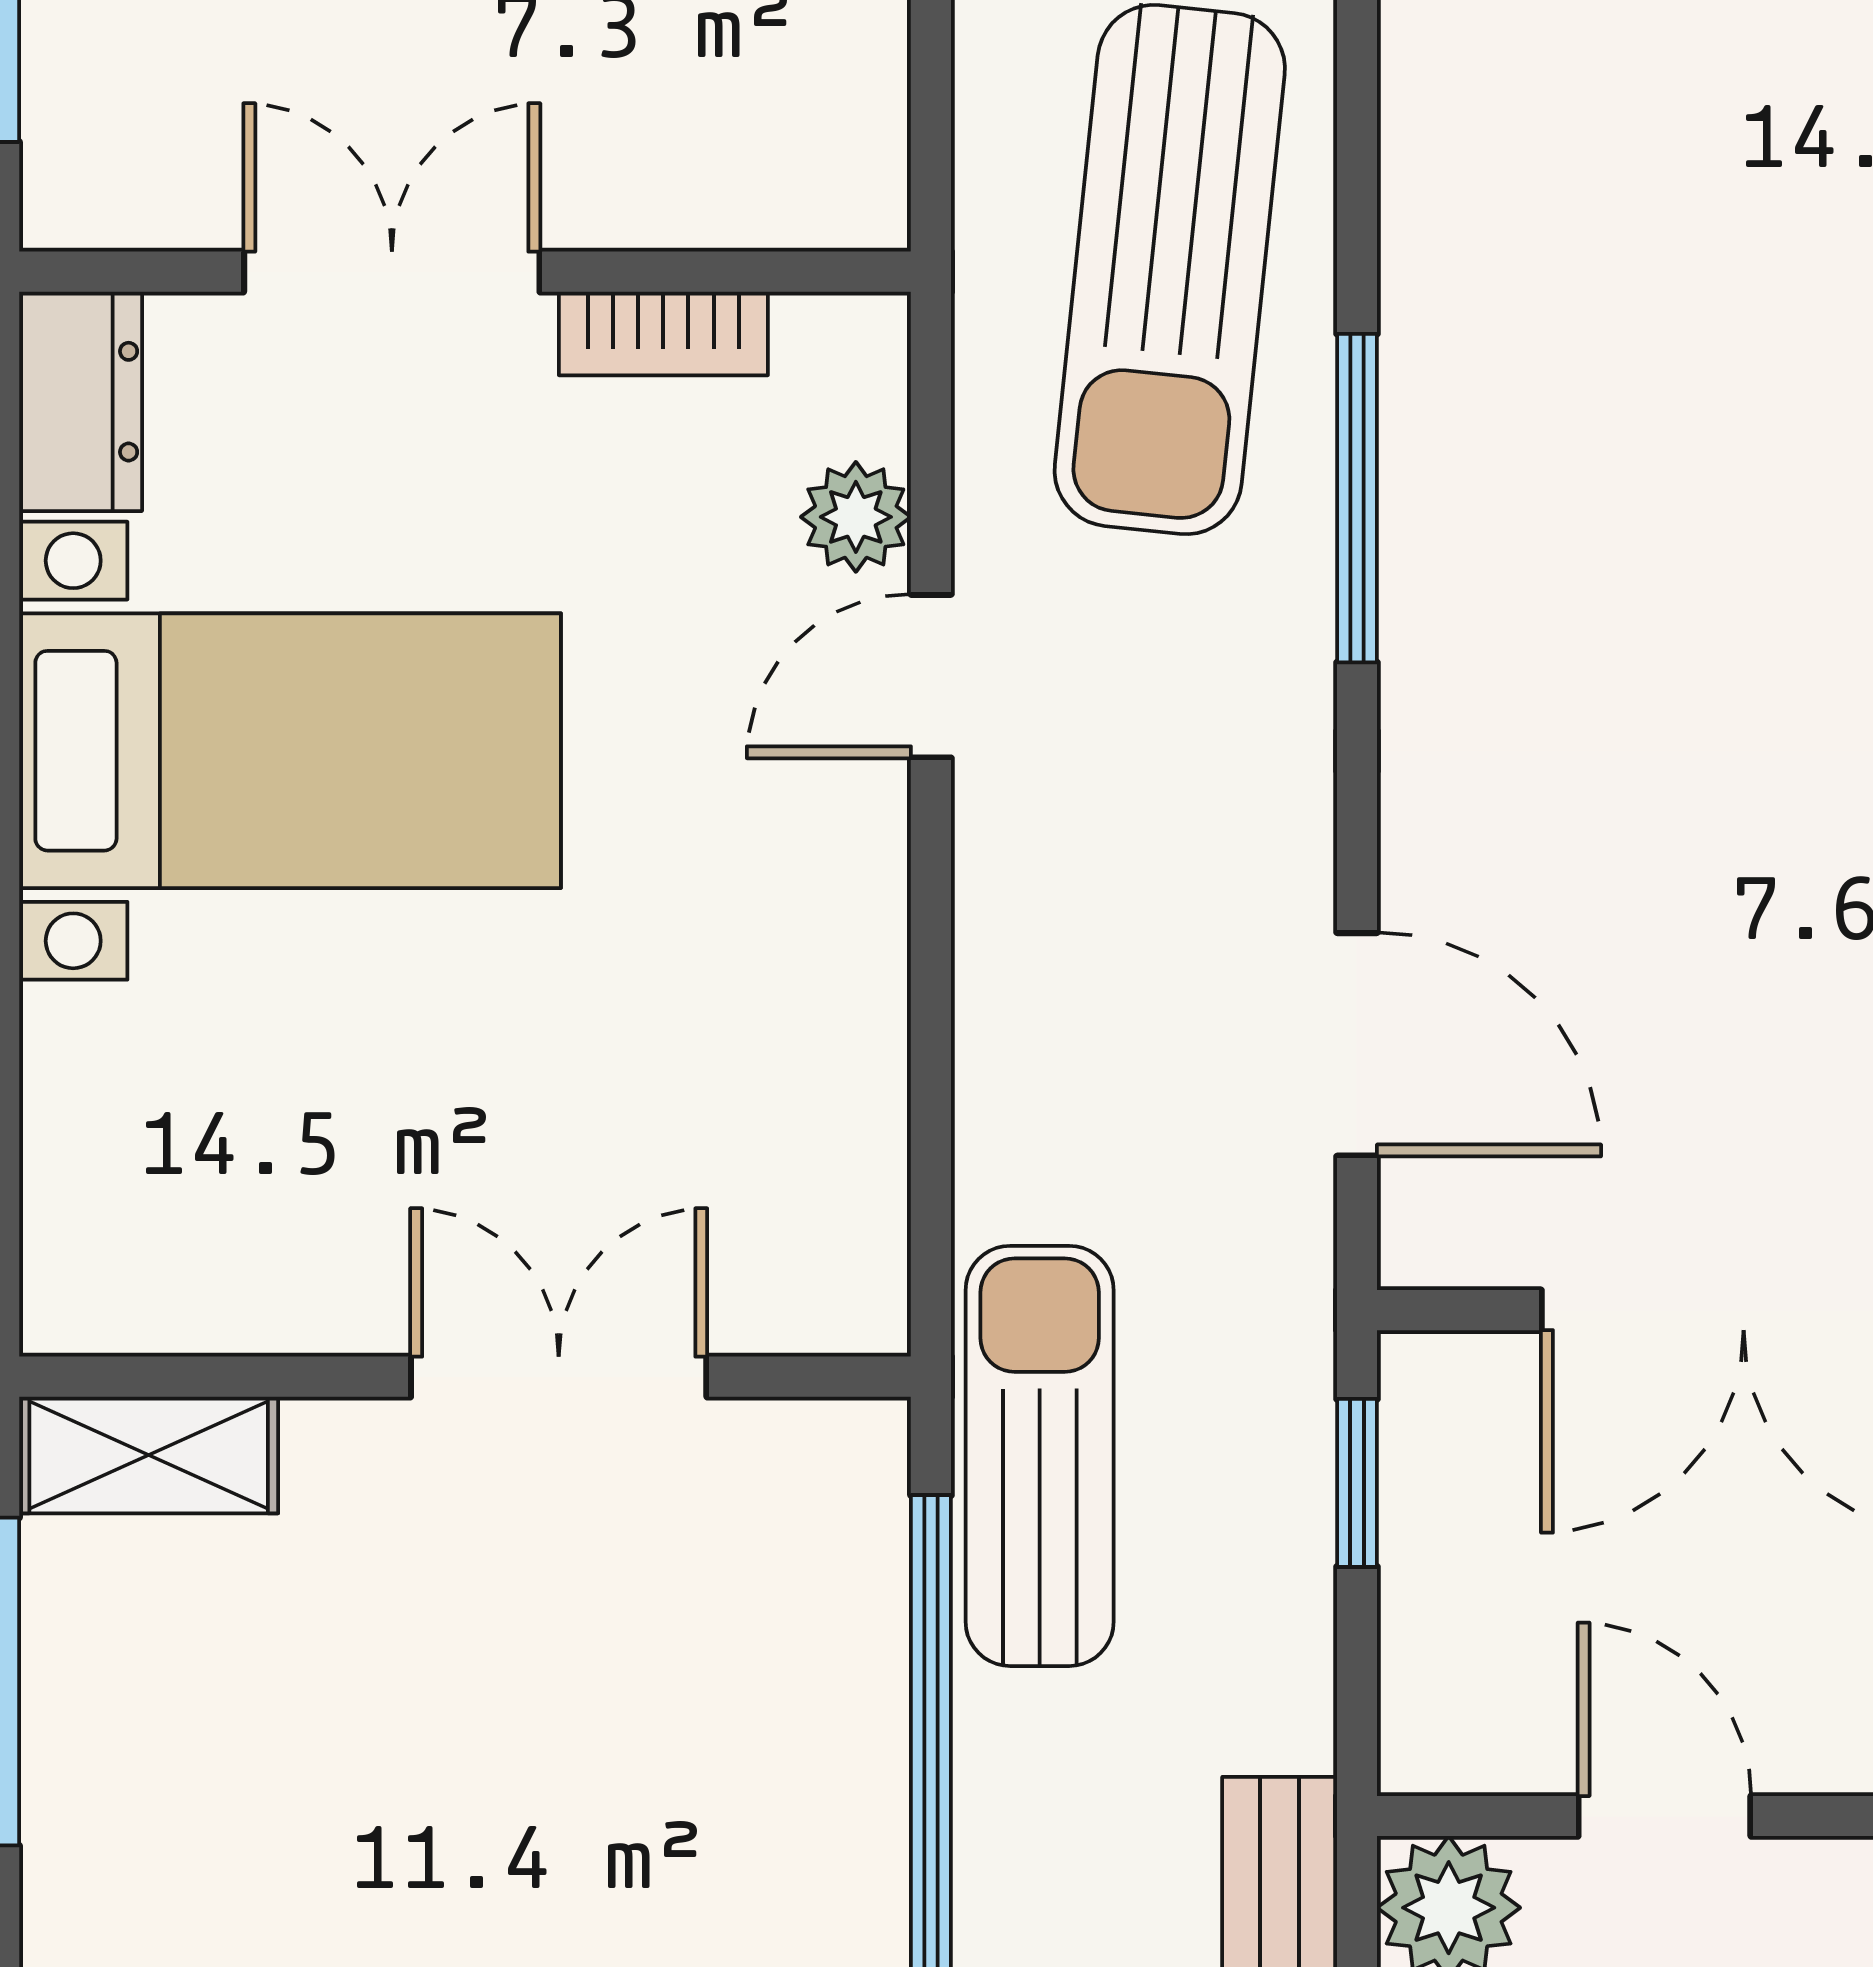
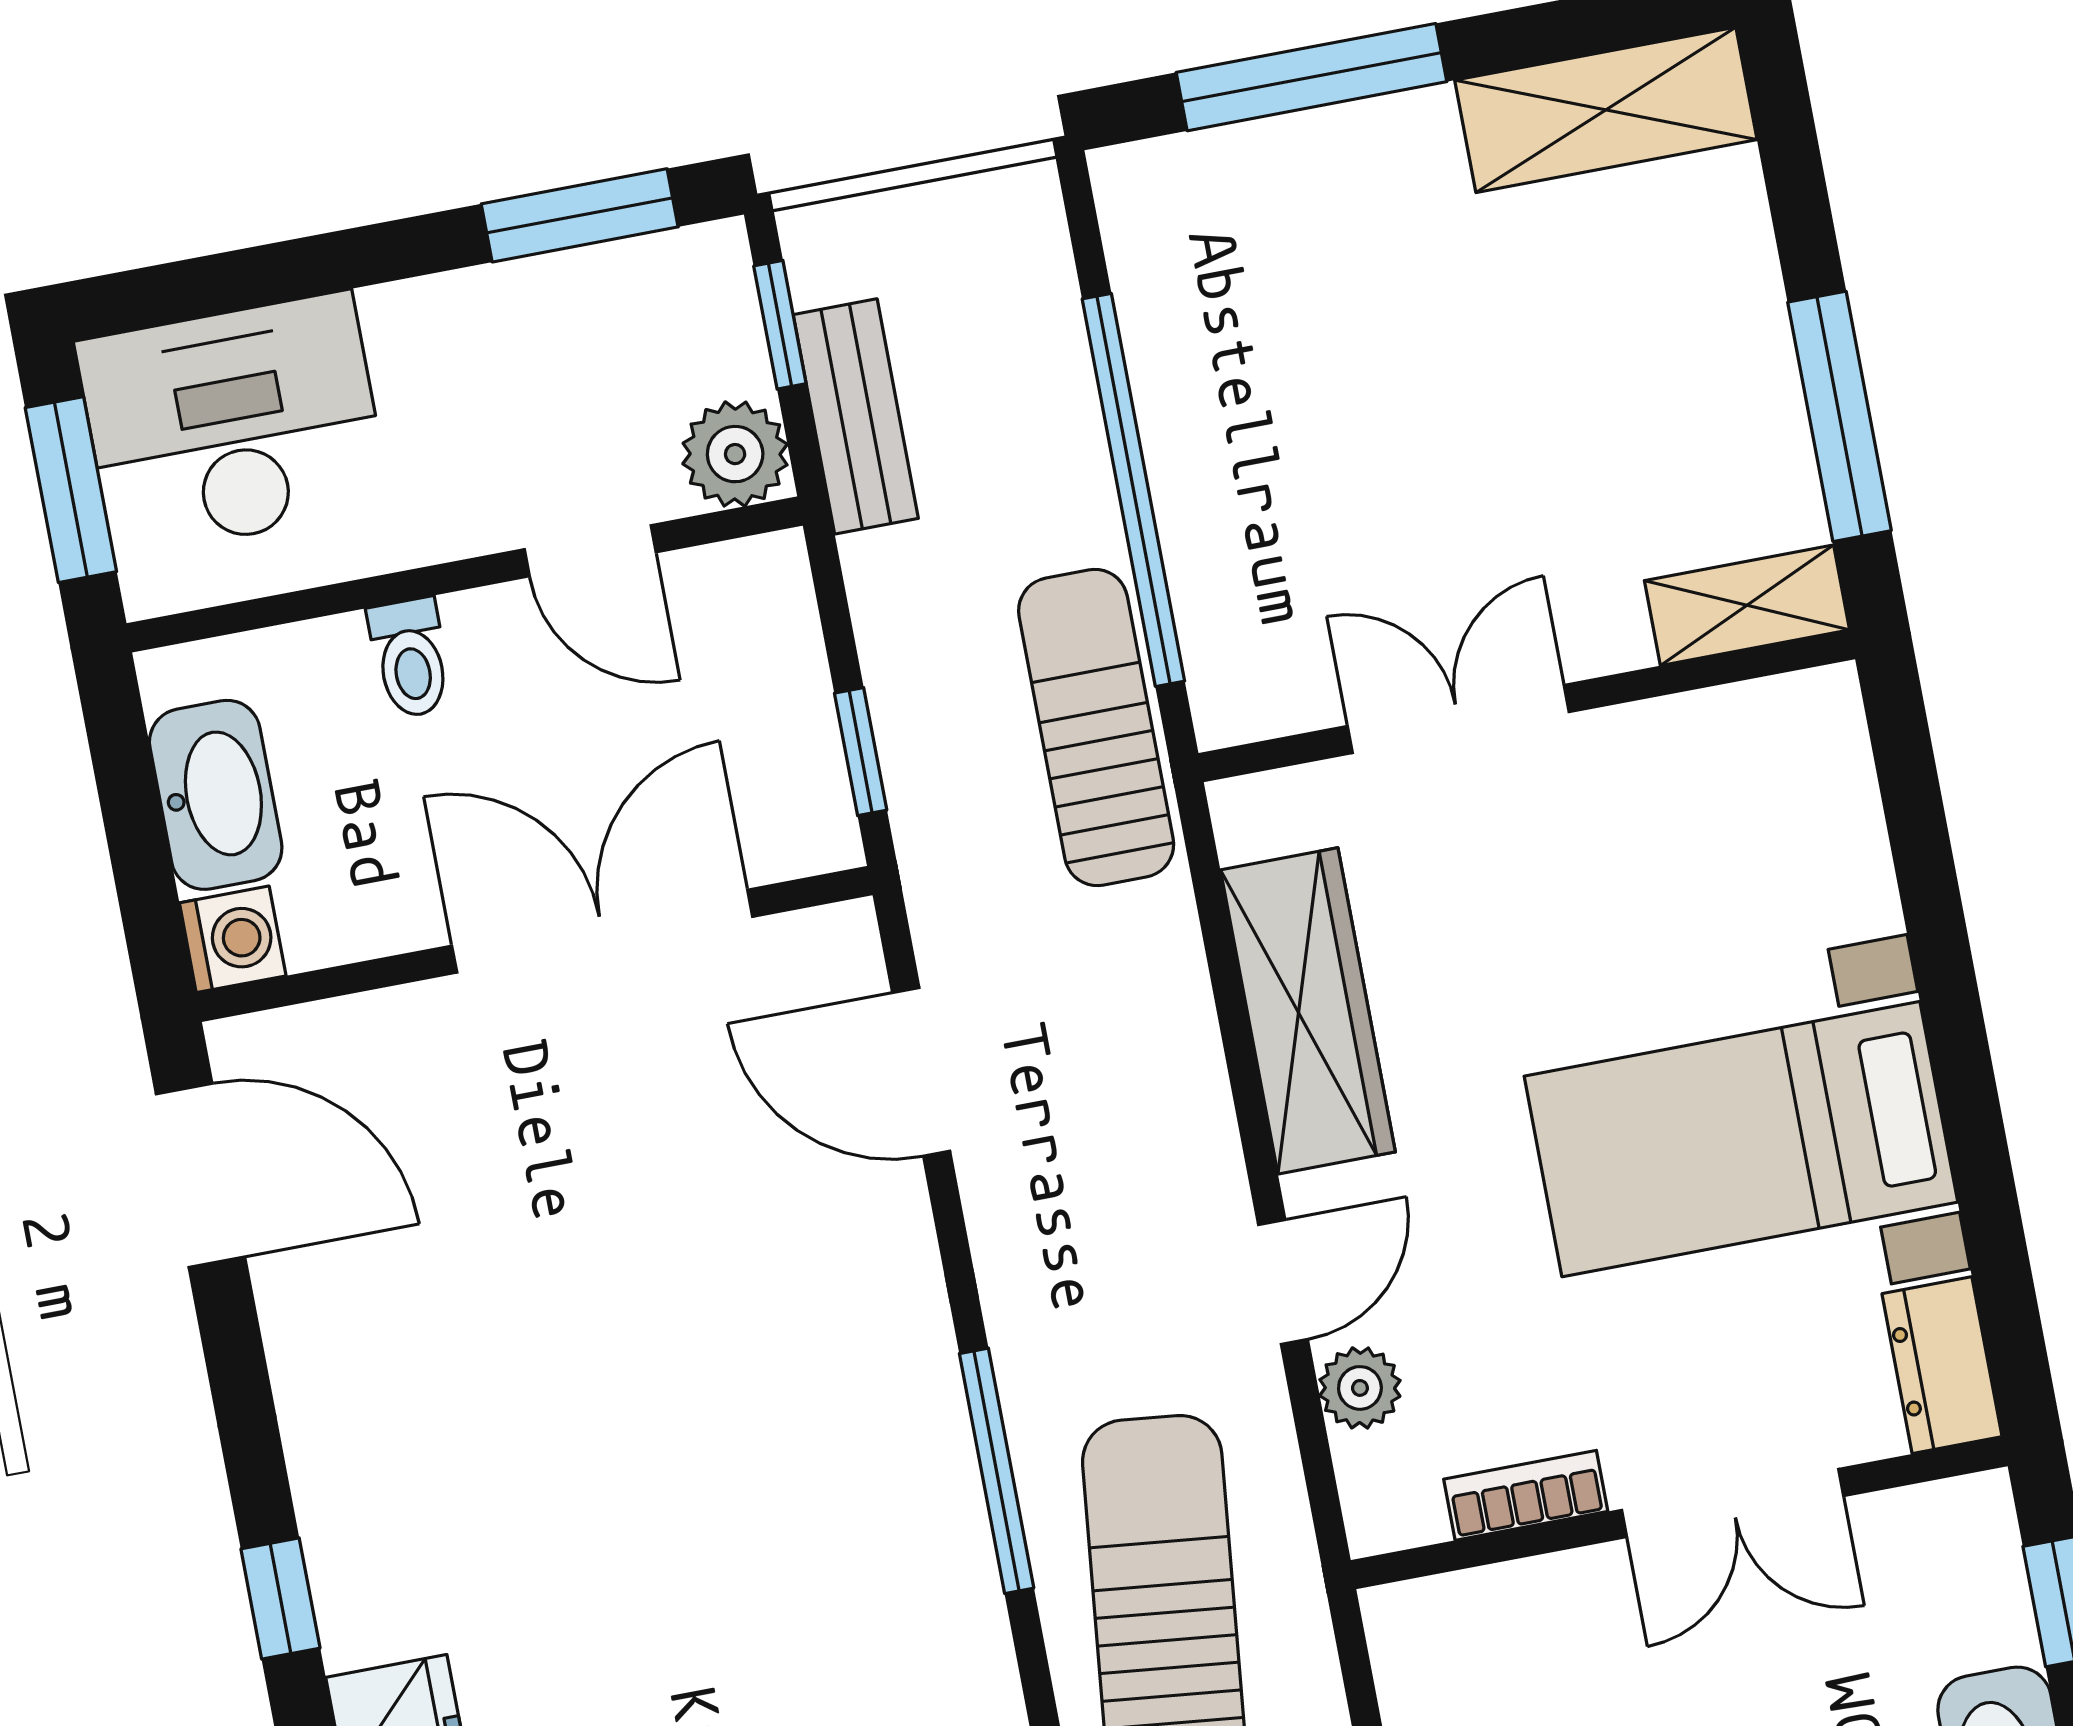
wardrobe: (830, 1028) -> (1308, 1011), added
double door: (559, 1377) -> (1458, 719), swing flipped
sun lounger: (1040, 1456) -> (1096, 728), turned 180

